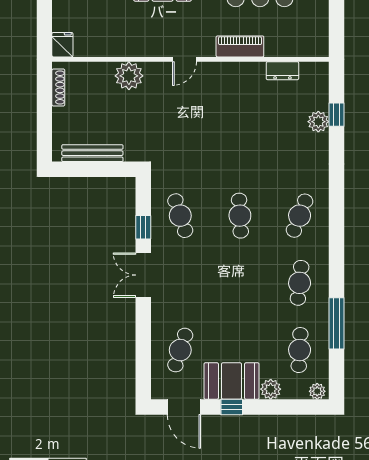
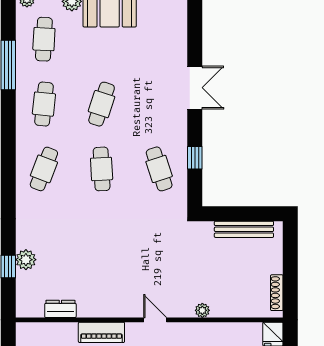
door: (184, 59) -> (155, 320), hinge flipped
plant: (129, 76) -> (202, 310), width x0.53, depth x0.53
double door: (143, 275) -> (195, 88), moved
cafe table: (180, 350) -> (102, 104), moved

